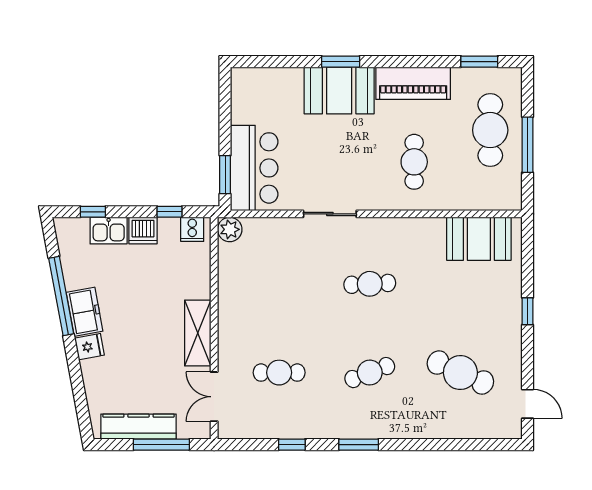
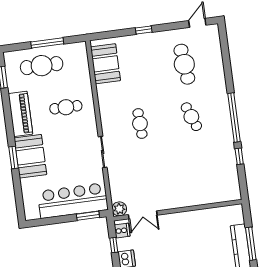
bar counter: (254, 168) -> (73, 201), width x1.36
shelving: (198, 333) -> (182, 219), removed
cafe table: (279, 373) -> (198, 169), removed
cafe table: (460, 373) -> (184, 64), turned -30
double door: (214, 397) -> (143, 215), moved
window: (161, 445) -> (251, 244), moved
window: (359, 445) -> (234, 118), width x2.11

